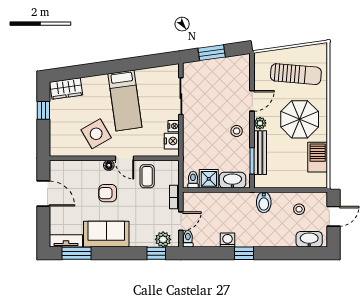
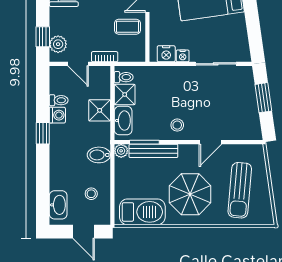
door: (252, 101) -> (210, 142), hinge flipped
plant: (260, 123) -> (121, 151), moved
barbecue: (318, 157) -> (142, 212), width x1.37, depth x1.21
shower: (223, 202) -> (100, 110), added
toilet: (188, 239) -> (59, 100), moved

